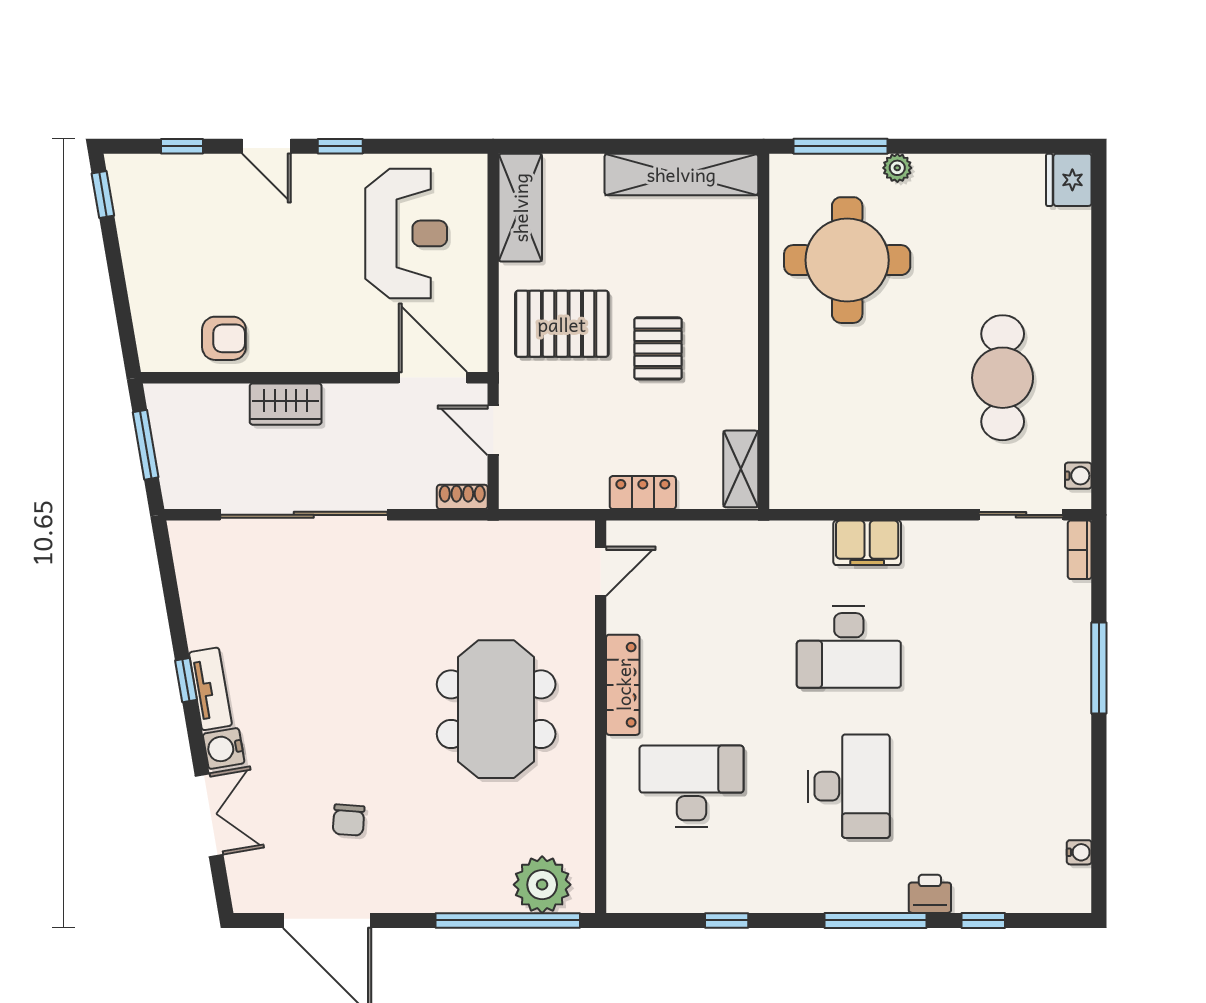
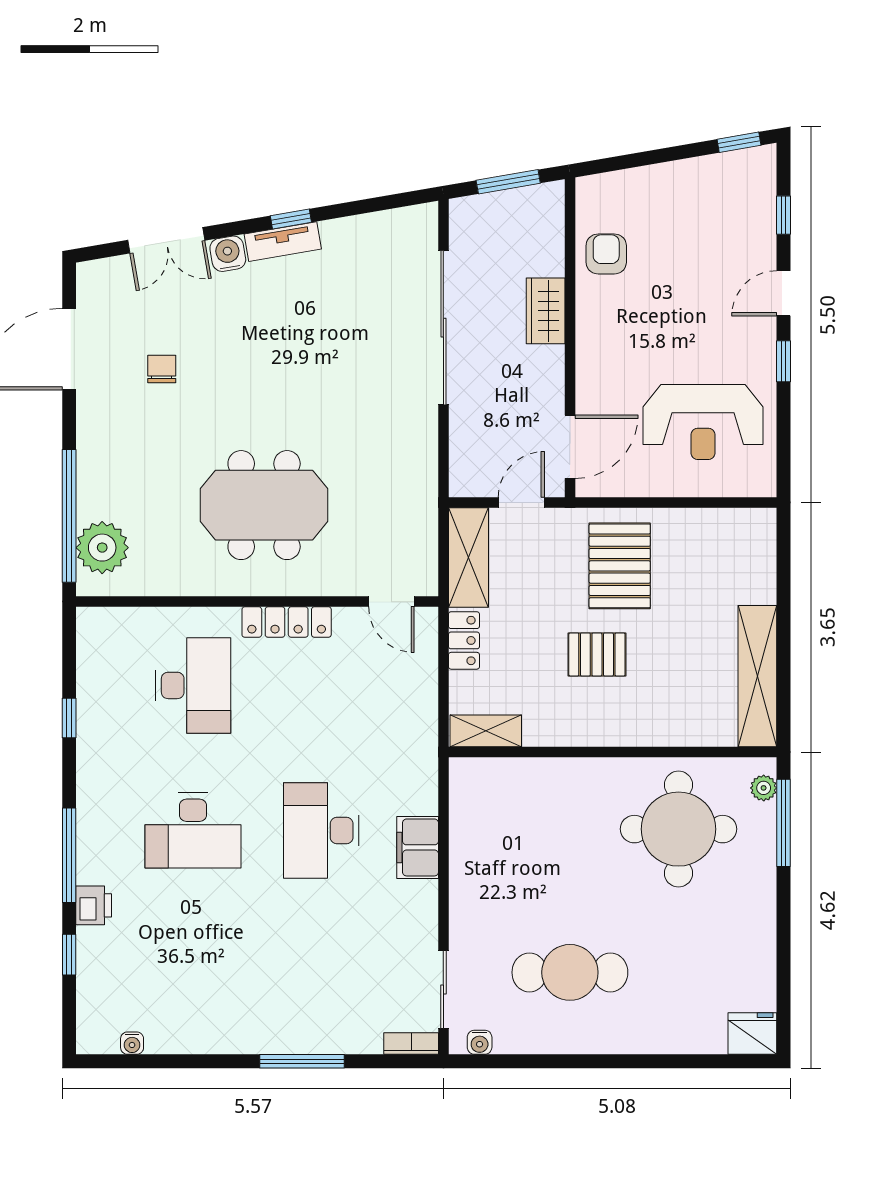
plant: (897, 168) -> (764, 788), moved
shelving: (520, 208) -> (469, 557), moved, turned 90
armchair: (224, 338) -> (606, 254), turned 180
shoe rack: (462, 497) -> (460, 474), removed
chair: (349, 820) -> (162, 369), turned 86

